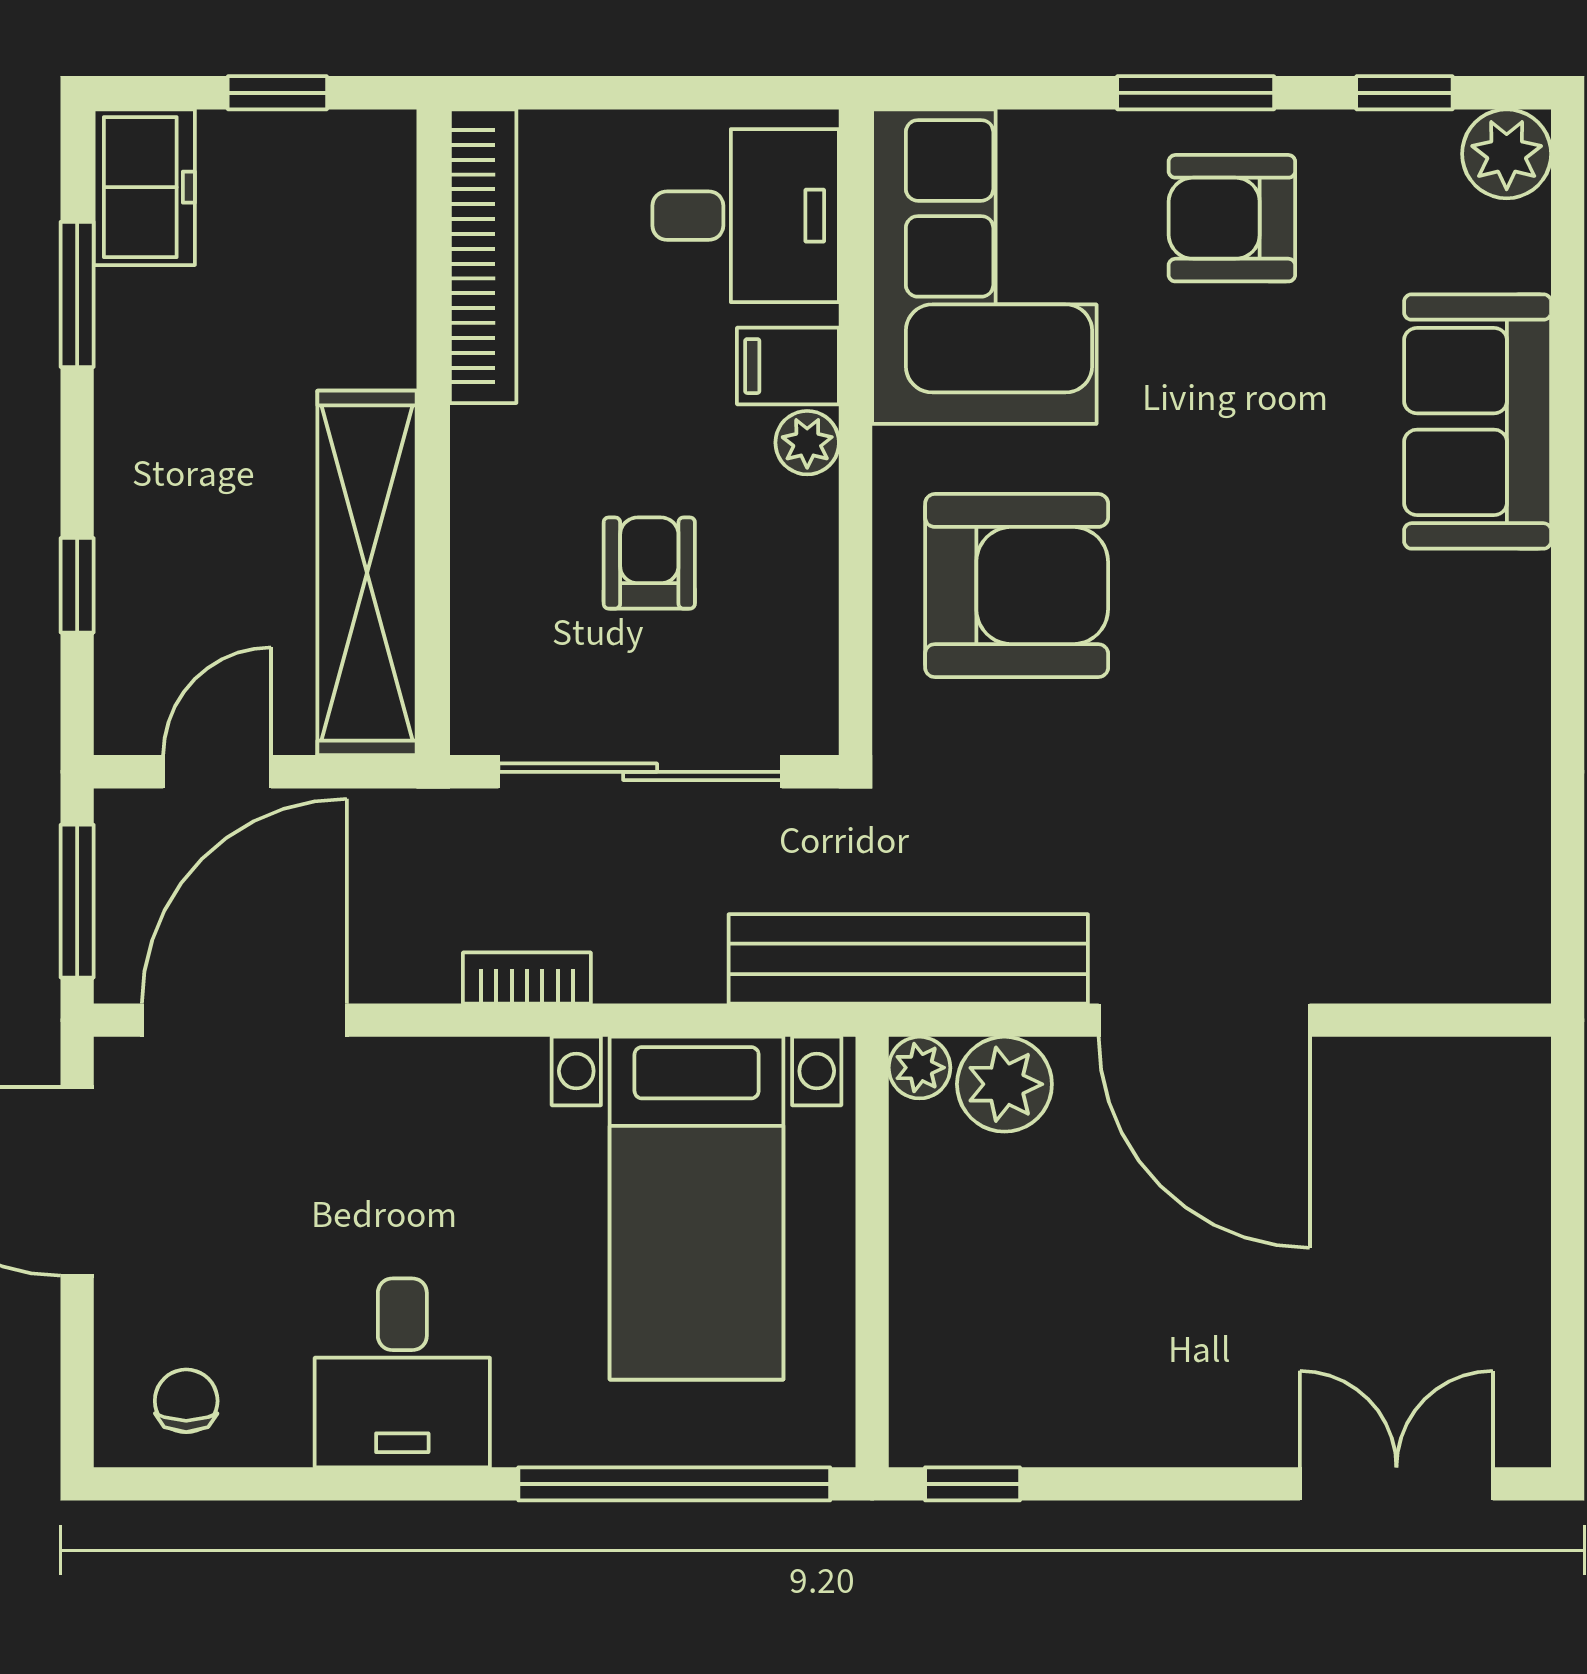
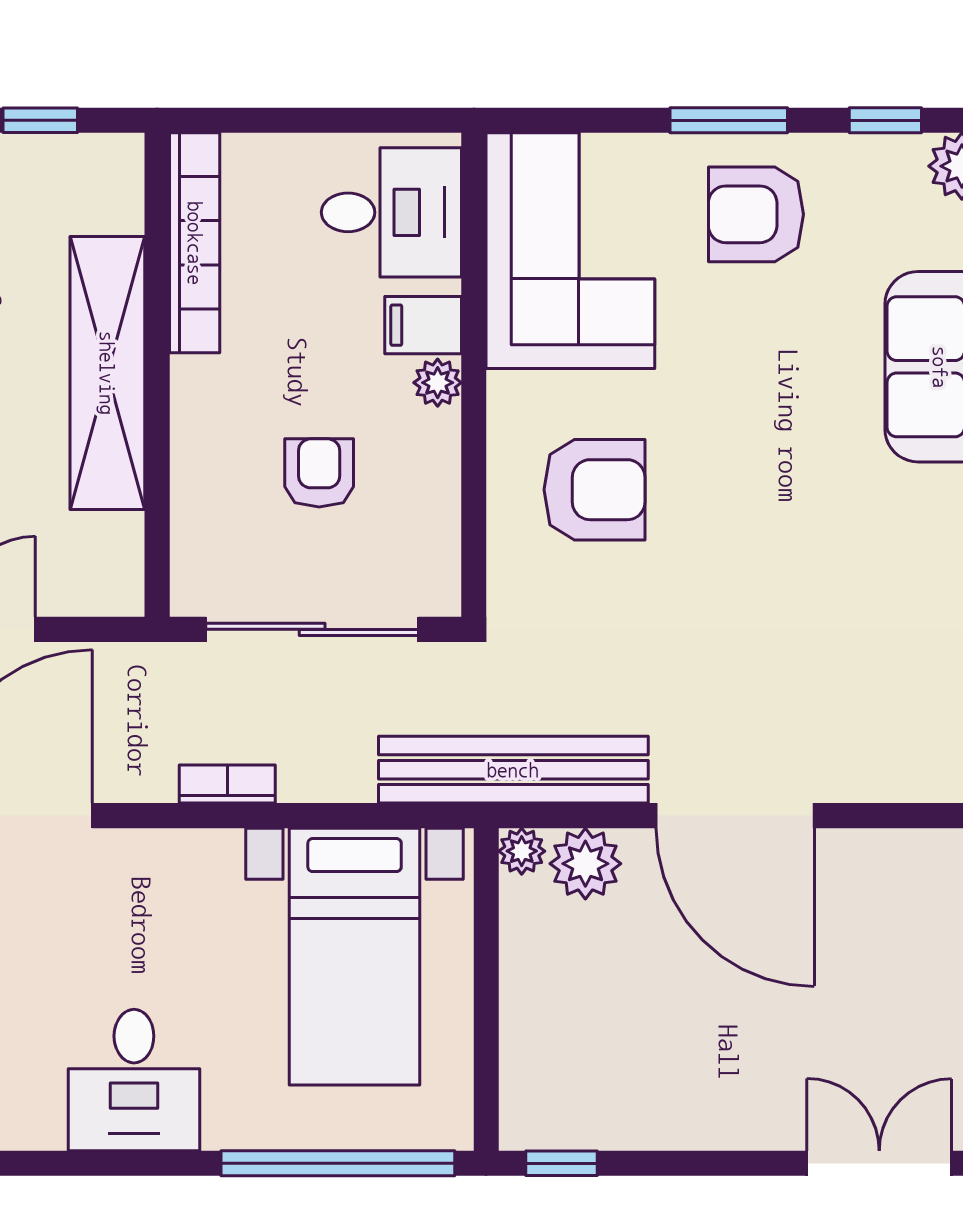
shelving: (367, 573) -> (107, 373), moved
armchair: (1017, 586) -> (595, 490), width x0.73, depth x0.73

